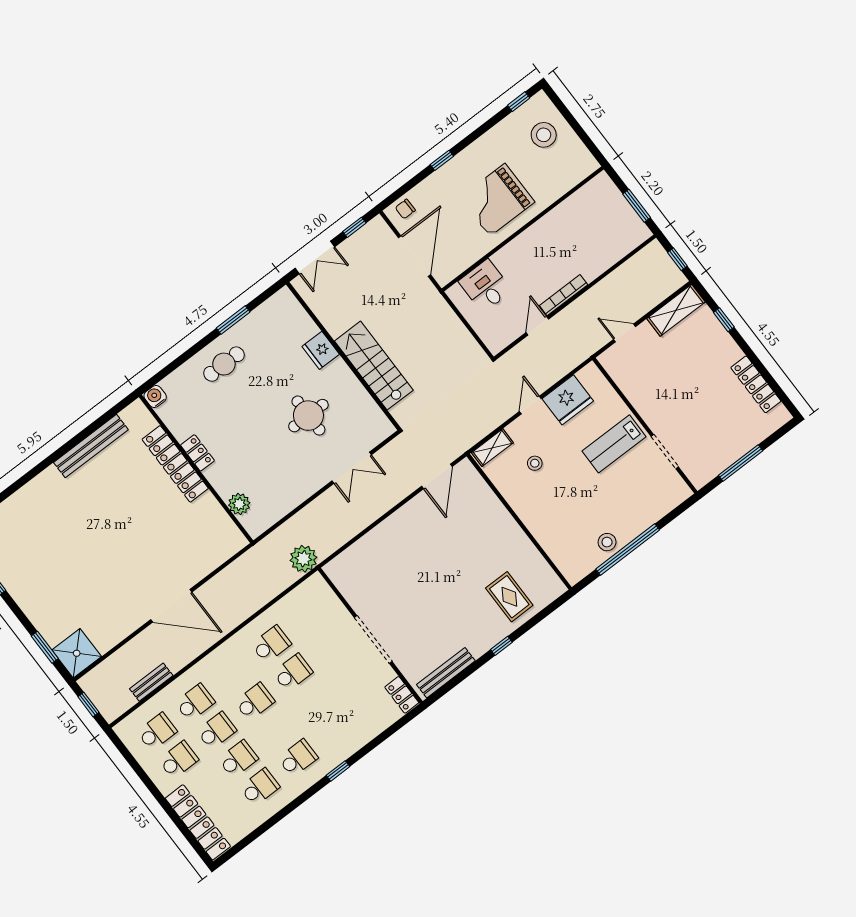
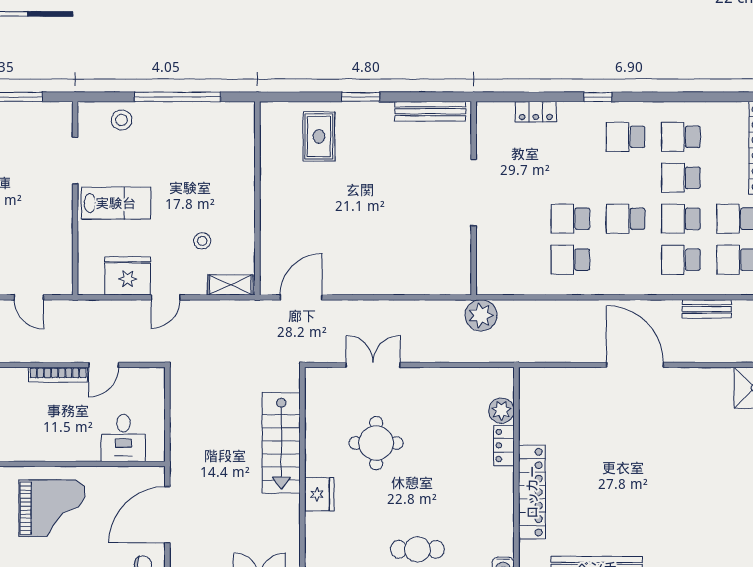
locker: (197, 453) -> (504, 445), moved
stool: (607, 542) -> (122, 120), moved
window: (501, 646) -> (361, 97), width x1.50
locker: (402, 695) -> (536, 112), moved, turned 90

